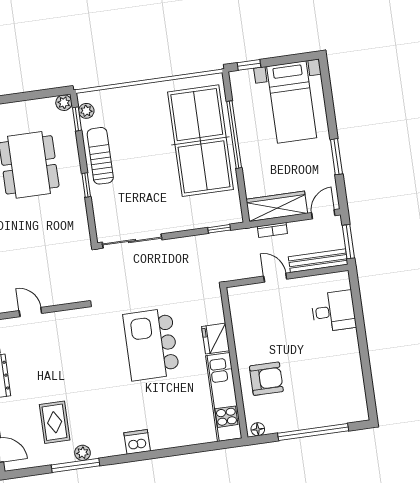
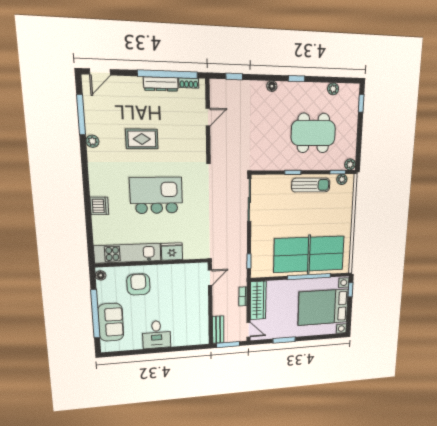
bed with nightstands: (292, 102) -> (323, 307), width x1.36
bench: (318, 261) -> (218, 330), width x0.73
door: (275, 278) -> (210, 278), moved
desk: (334, 311) -> (156, 334), moved
kitchen island: (151, 344) -> (156, 195), moved
armchair: (266, 379) -> (138, 284), turned 180
sofa: (324, 411) -> (111, 322), added
rug: (55, 422) -> (142, 139), moved
dishwasher: (137, 442) -> (99, 206), moved
window: (75, 465) -> (81, 115), moved

